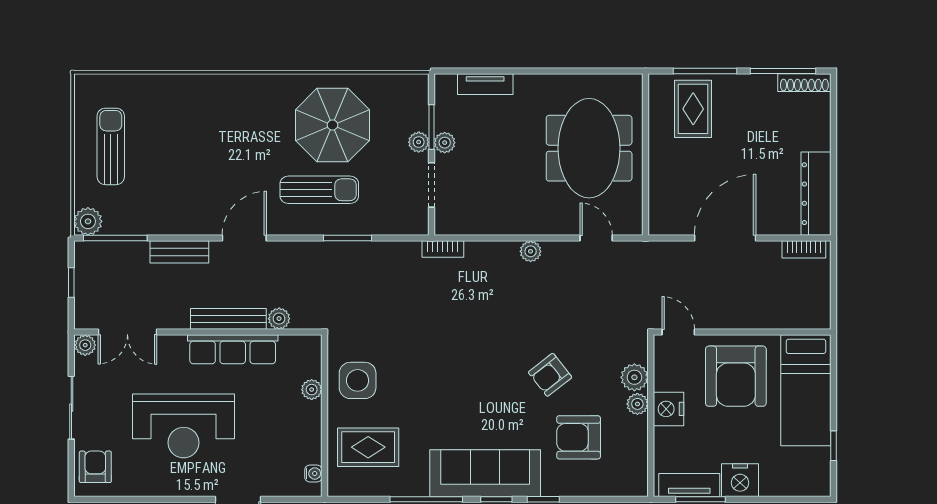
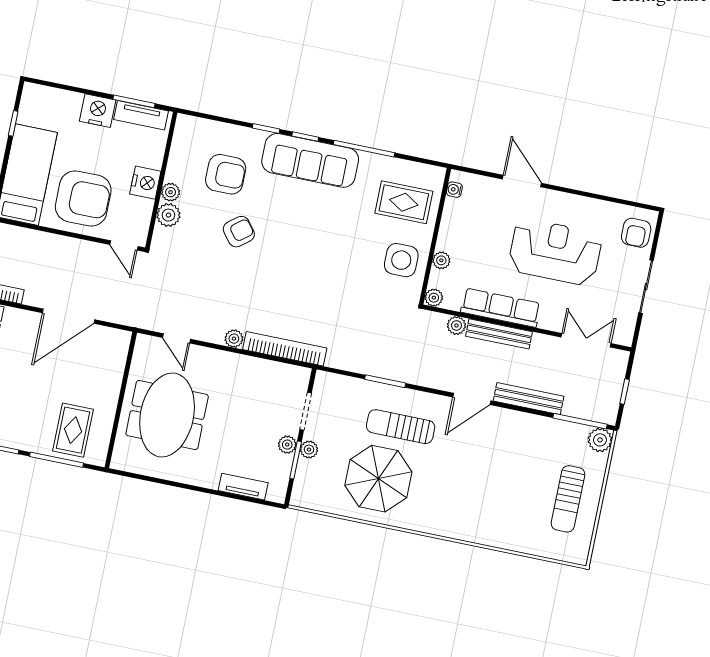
bookcase: (443, 249) -> (285, 349), width x2.31, depth x1.31
bench: (179, 252) -> (529, 399), width x1.36
plant: (85, 345) -> (434, 298), moved
armchair: (736, 376) -> (83, 199), turned 90

